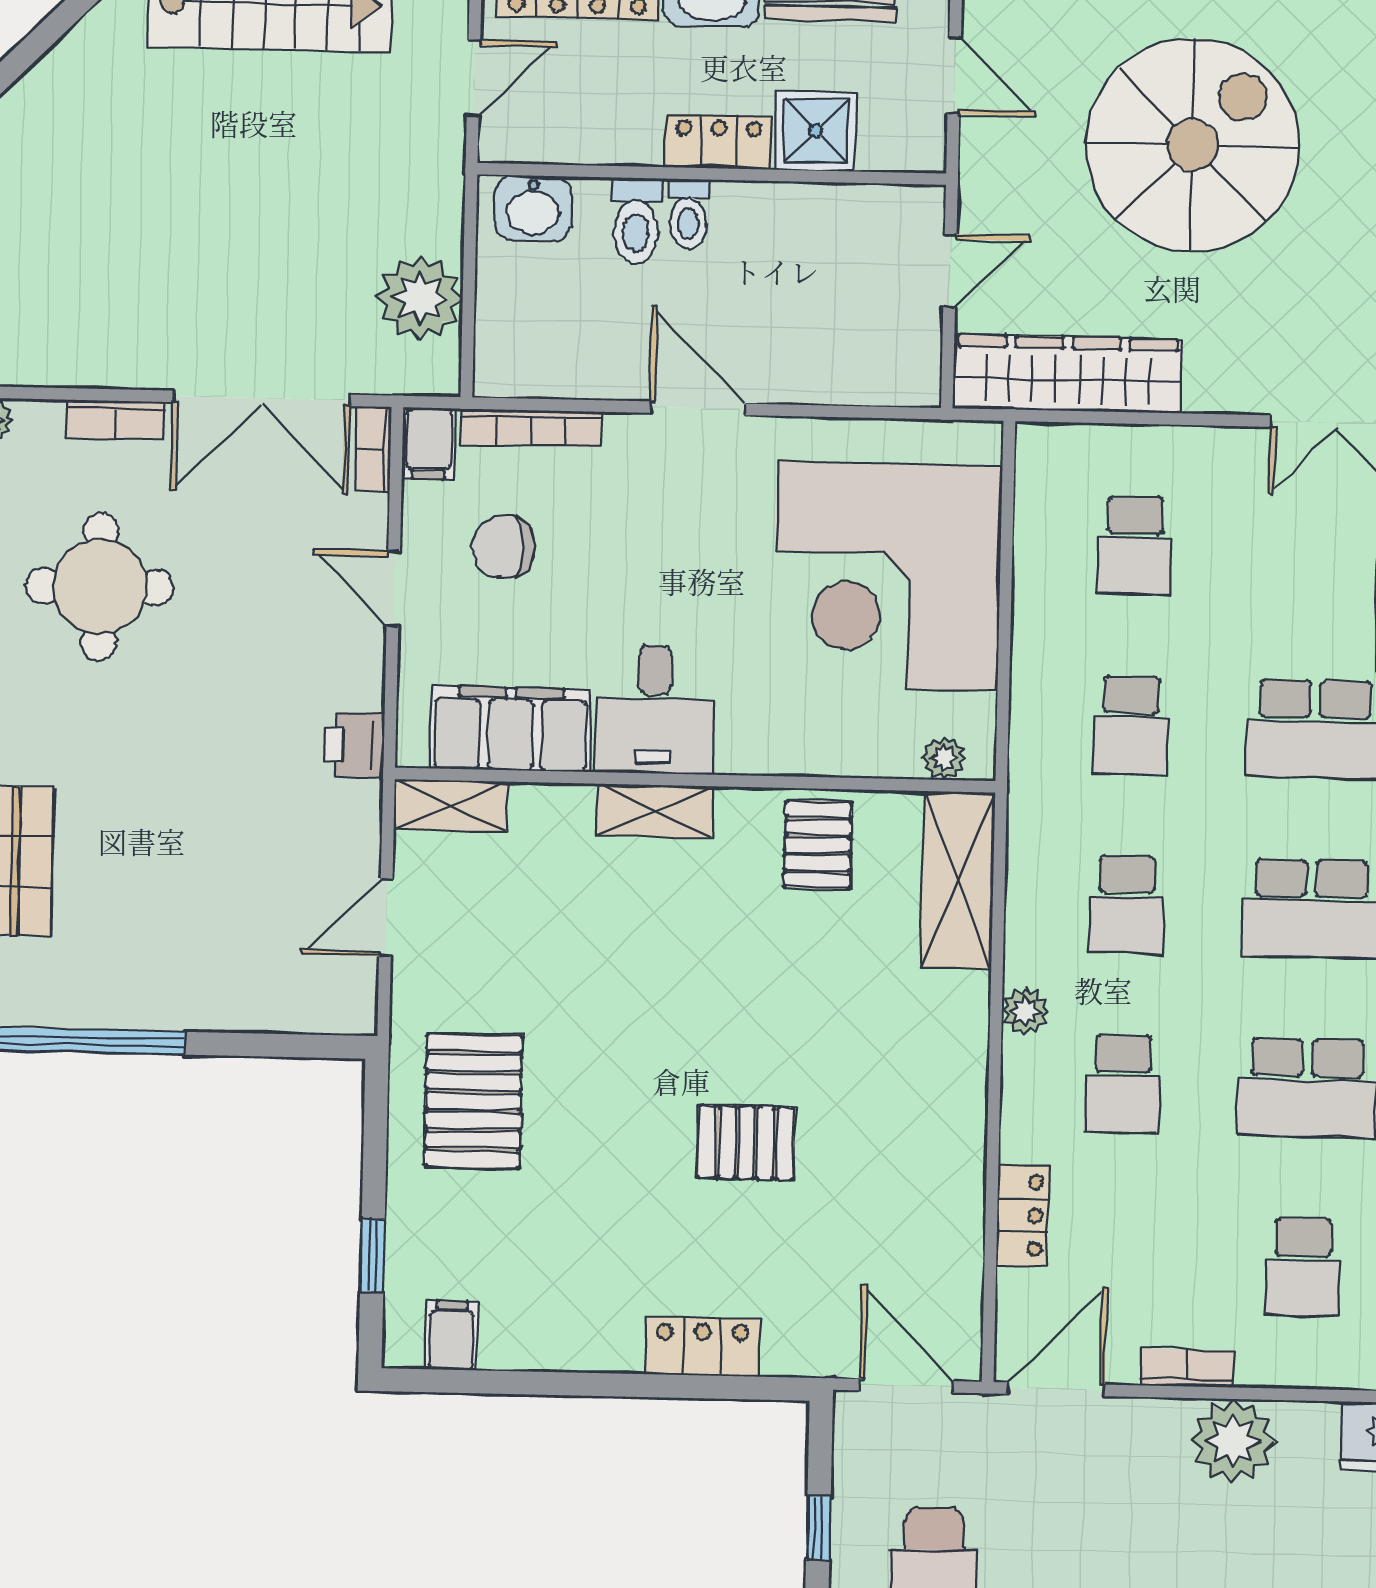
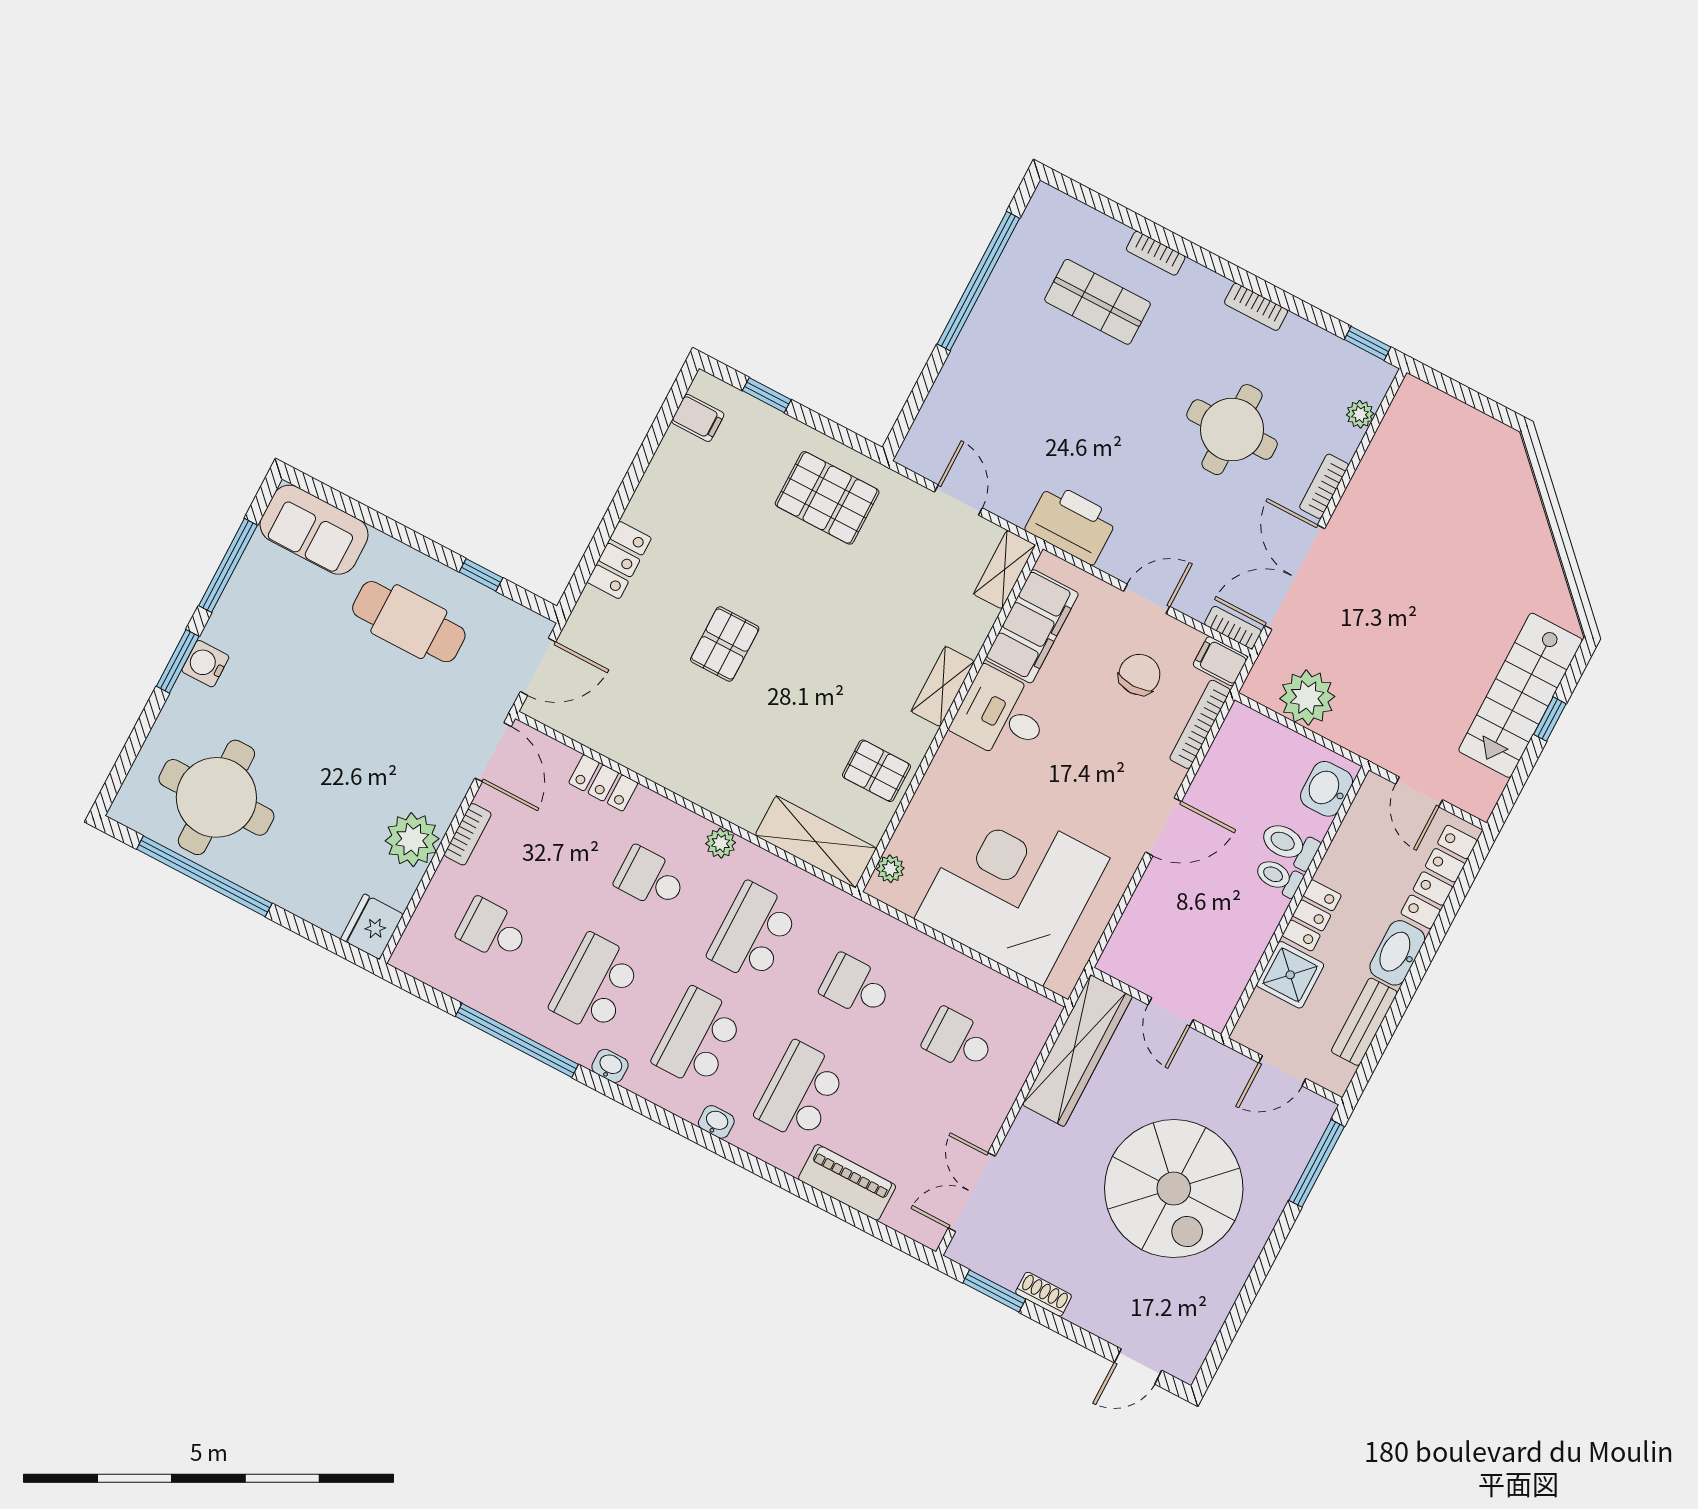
printer: (355, 745) -> (1072, 523), width x1.87, depth x1.48
school desk: (1127, 904) -> (753, 932), width x1.85

